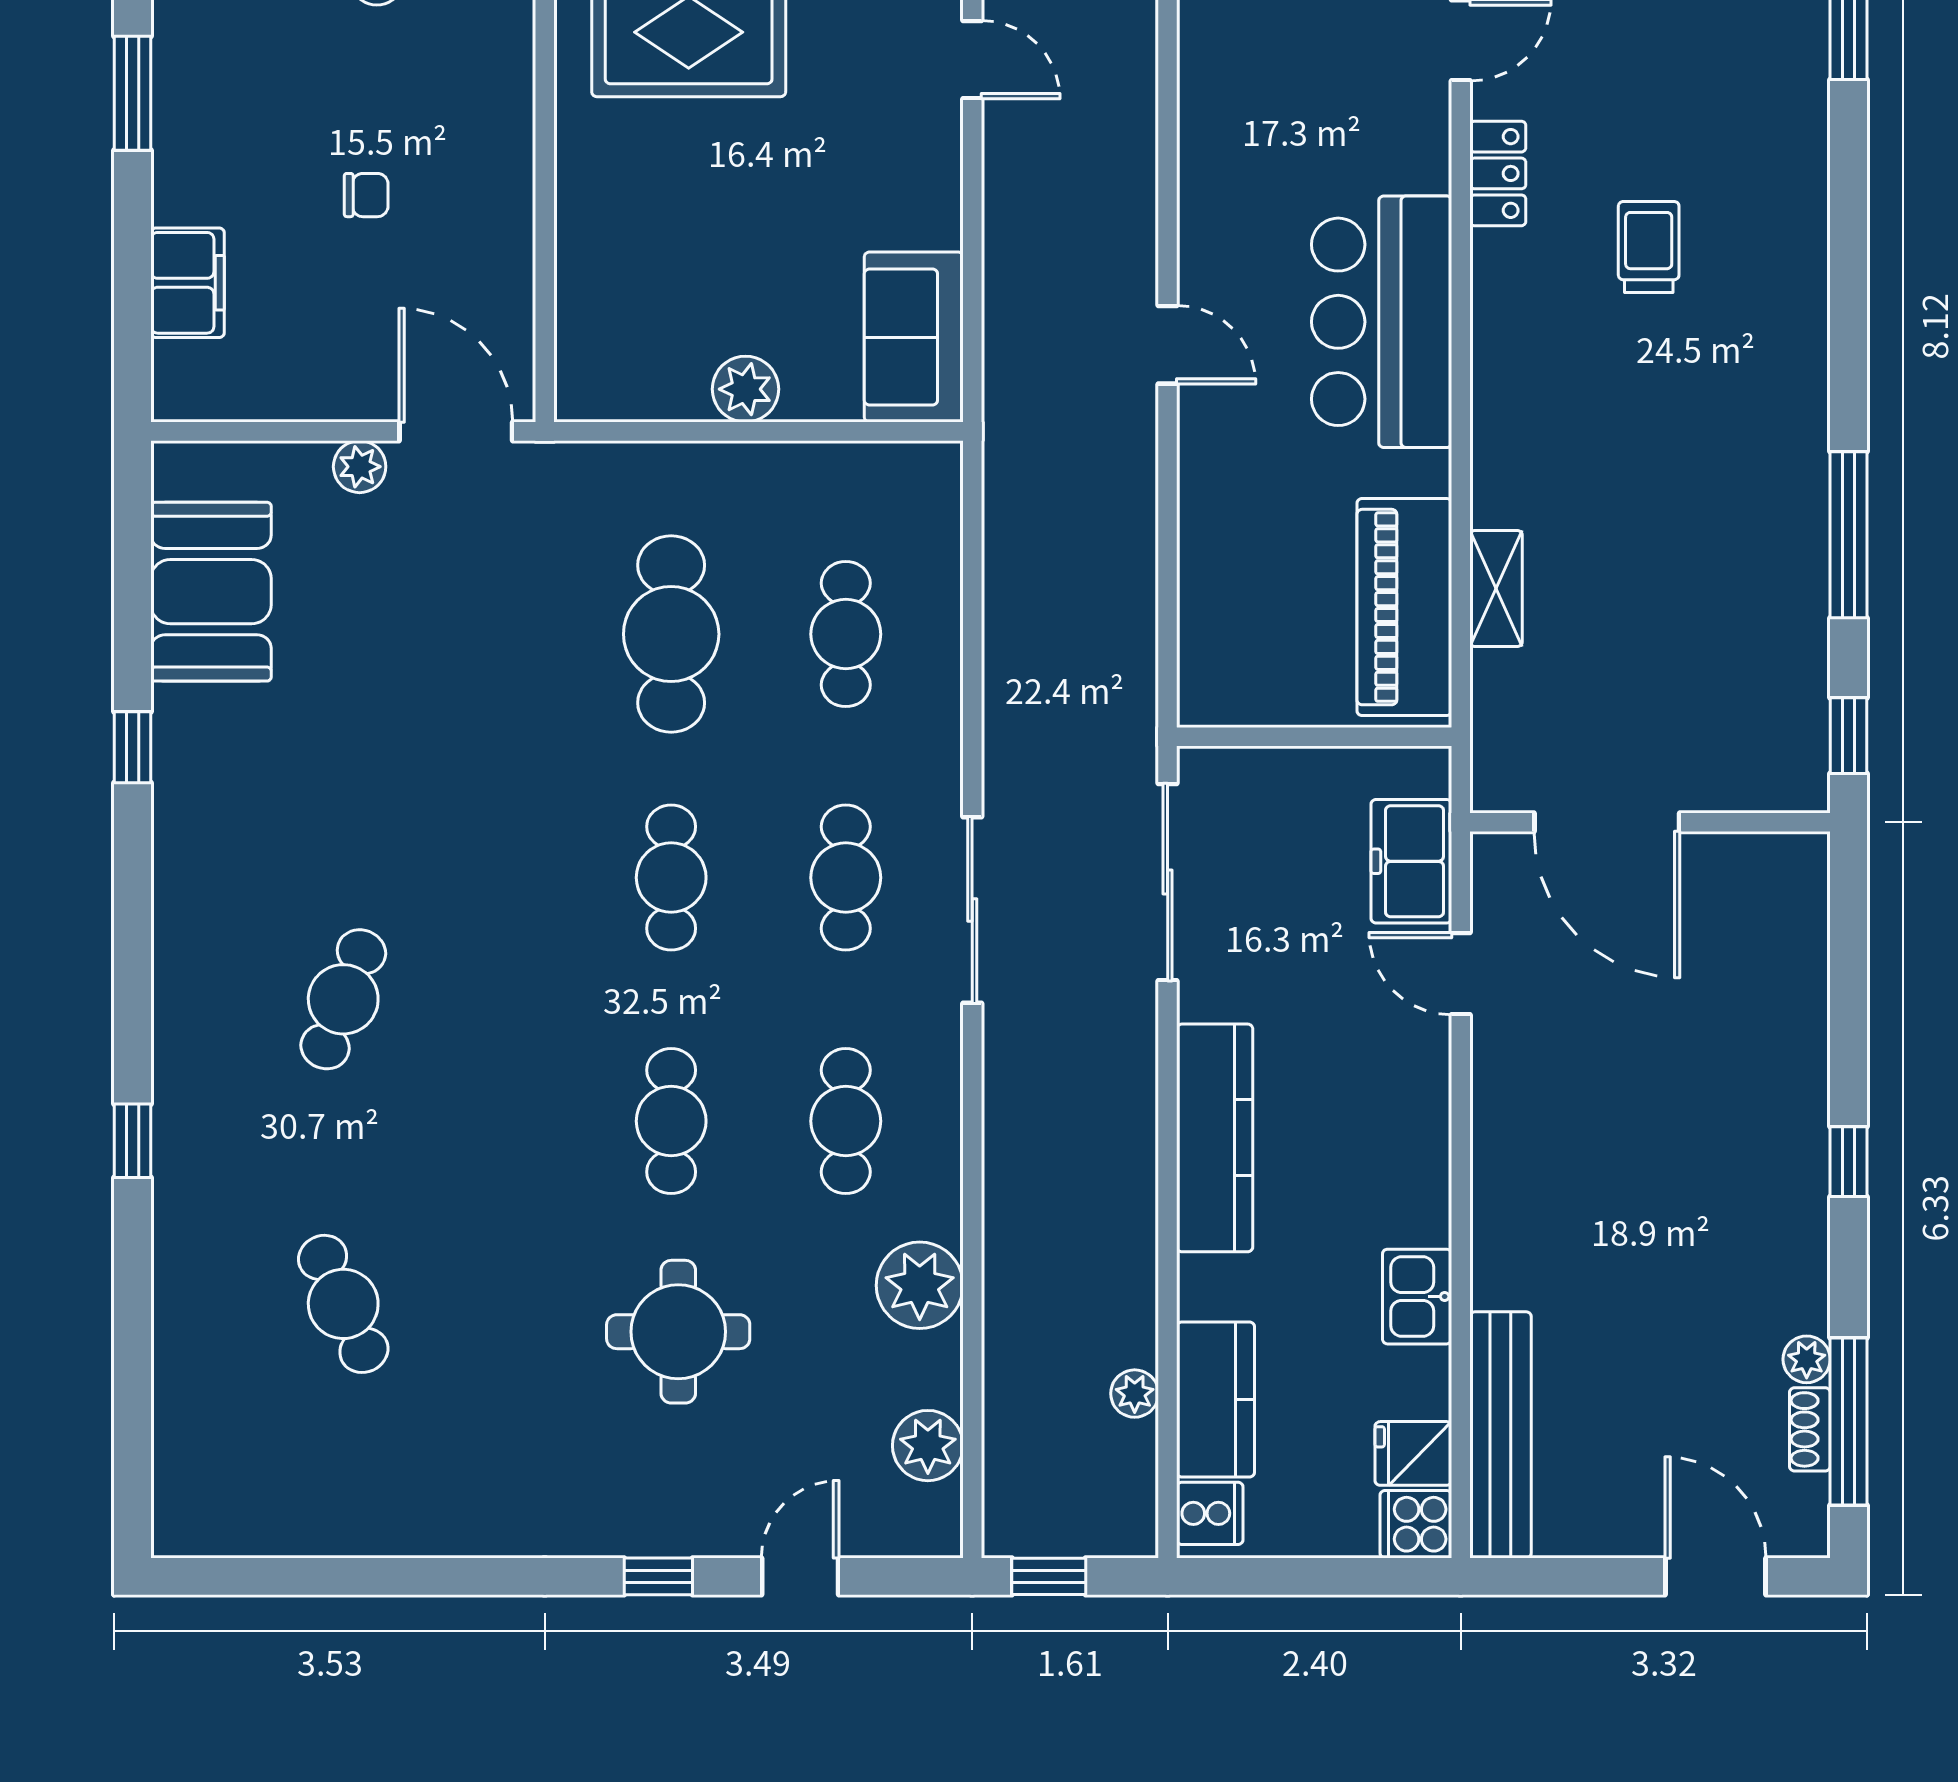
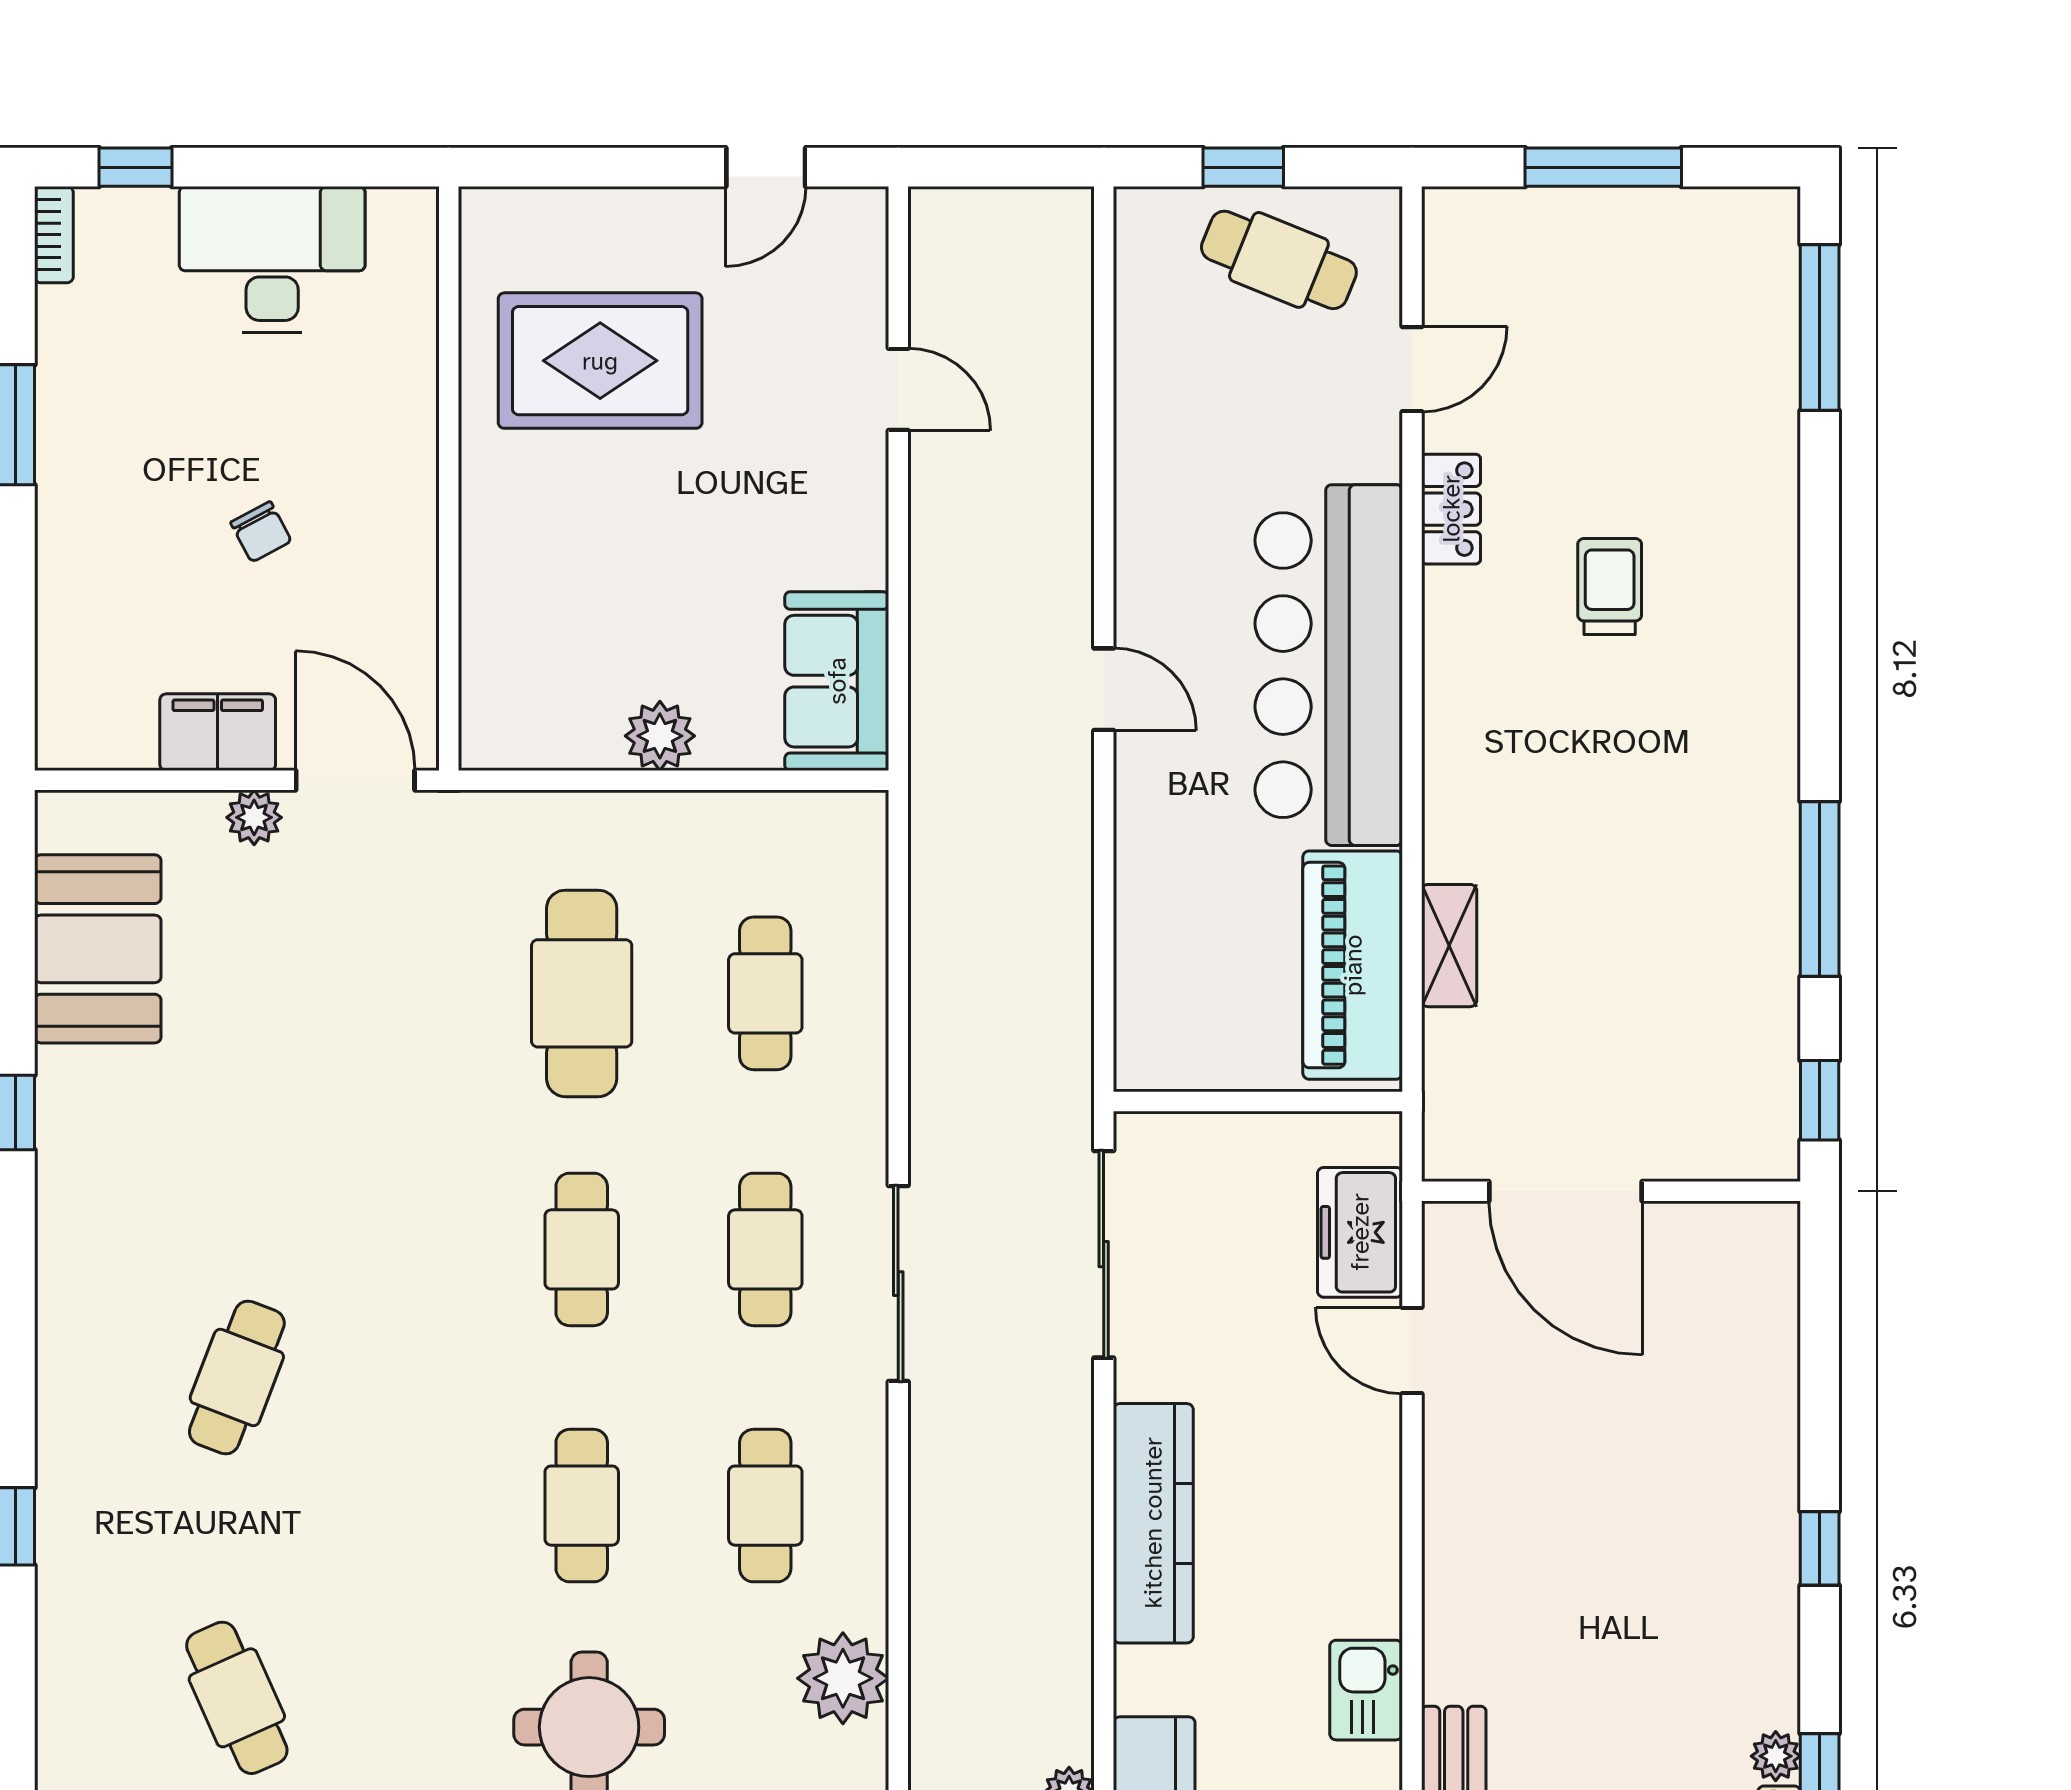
chair: (366, 195) -> (261, 532), turned 62
filing cabinet: (187, 283) -> (218, 732), moved, turned -90
bar counter: (1382, 322) -> (1329, 665), width x1.36

